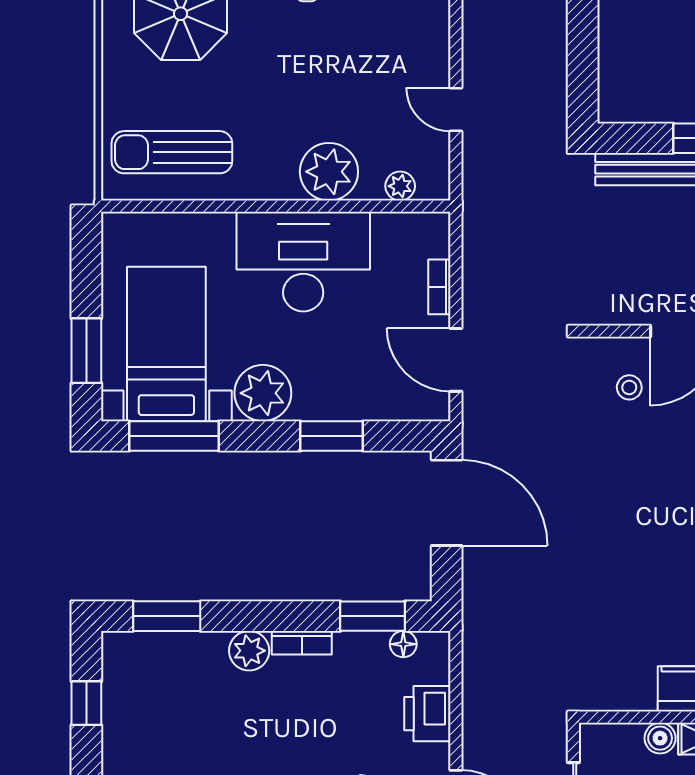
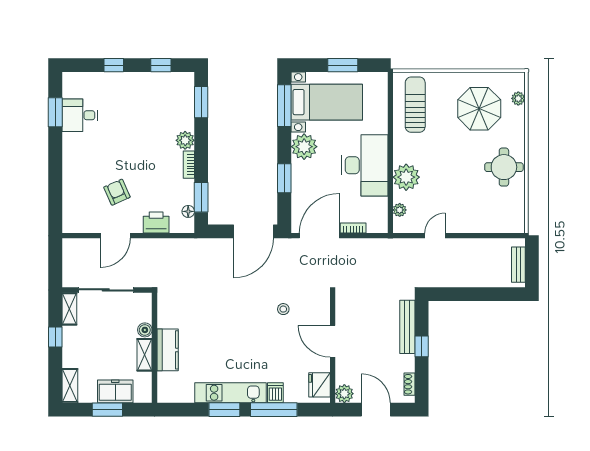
window: (86, 351) -> (343, 65), moved
door: (456, 360) -> (319, 236), width x1.36
stool: (629, 387) -> (283, 309), moved

